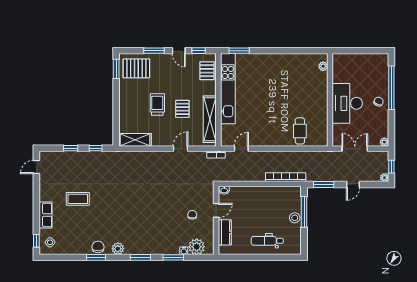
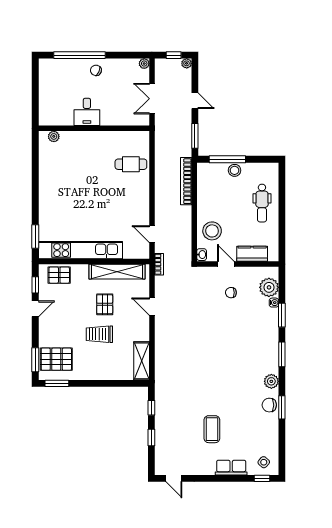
window: (154, 51) -> (35, 360), moved
pallet: (136, 68) -> (56, 359), turned 90
desk: (347, 103) -> (87, 112), width x0.53, depth x0.77
pallet: (182, 109) -> (105, 304), turned 90
stool: (244, 199) -> (212, 231), added

